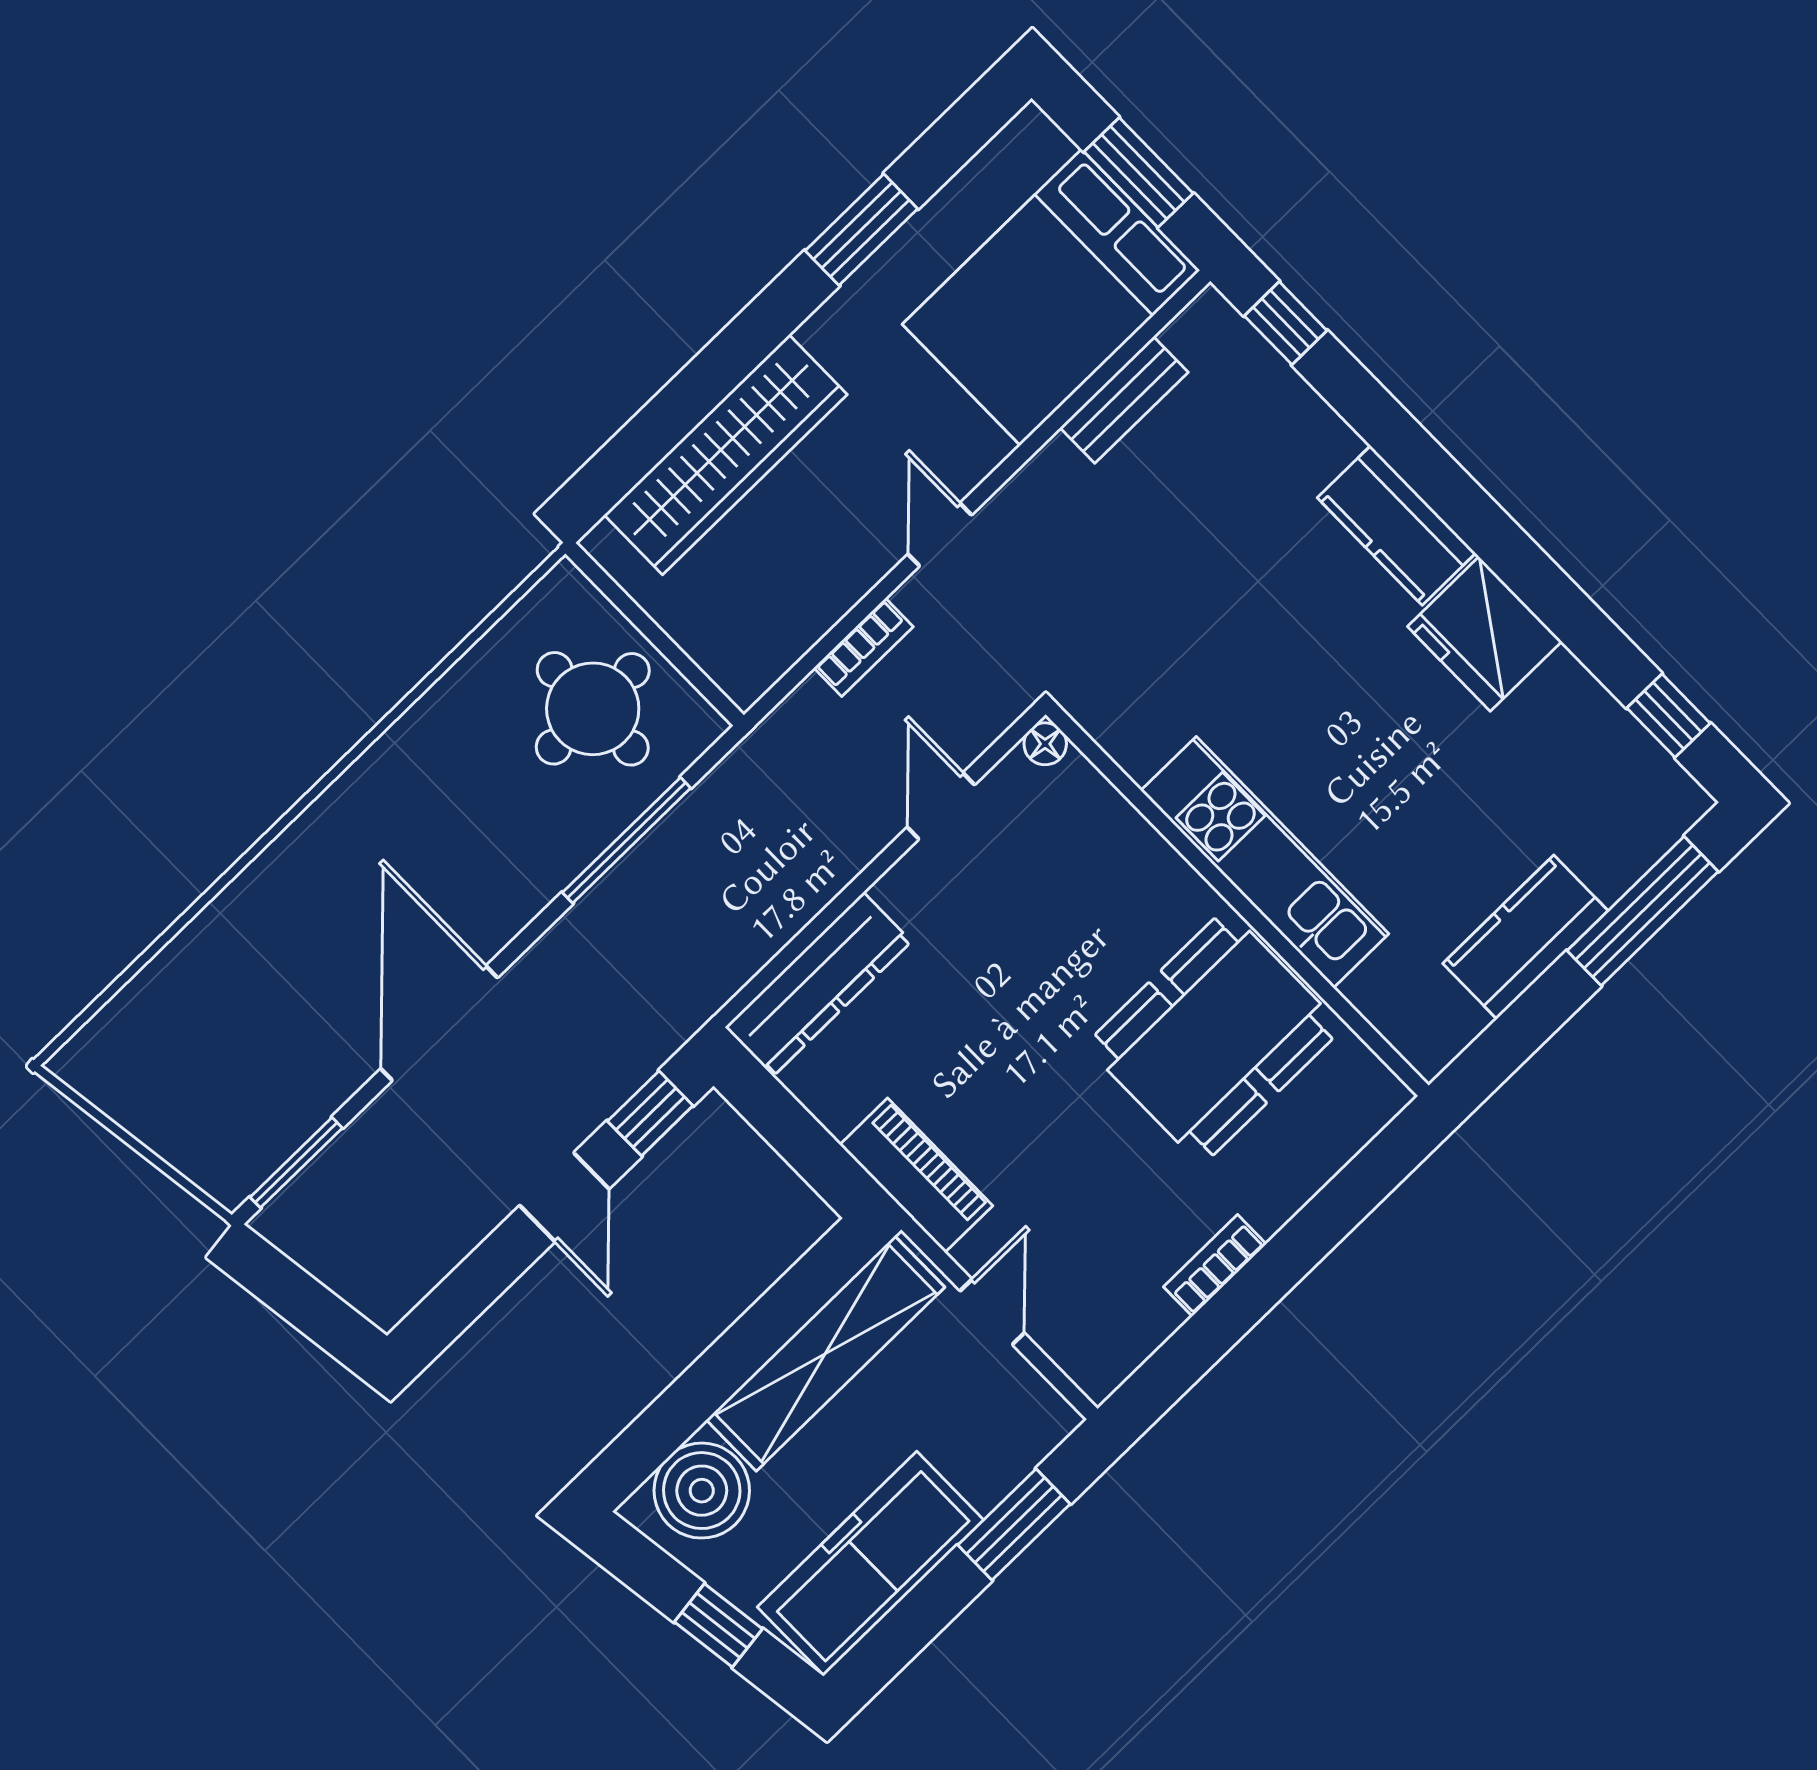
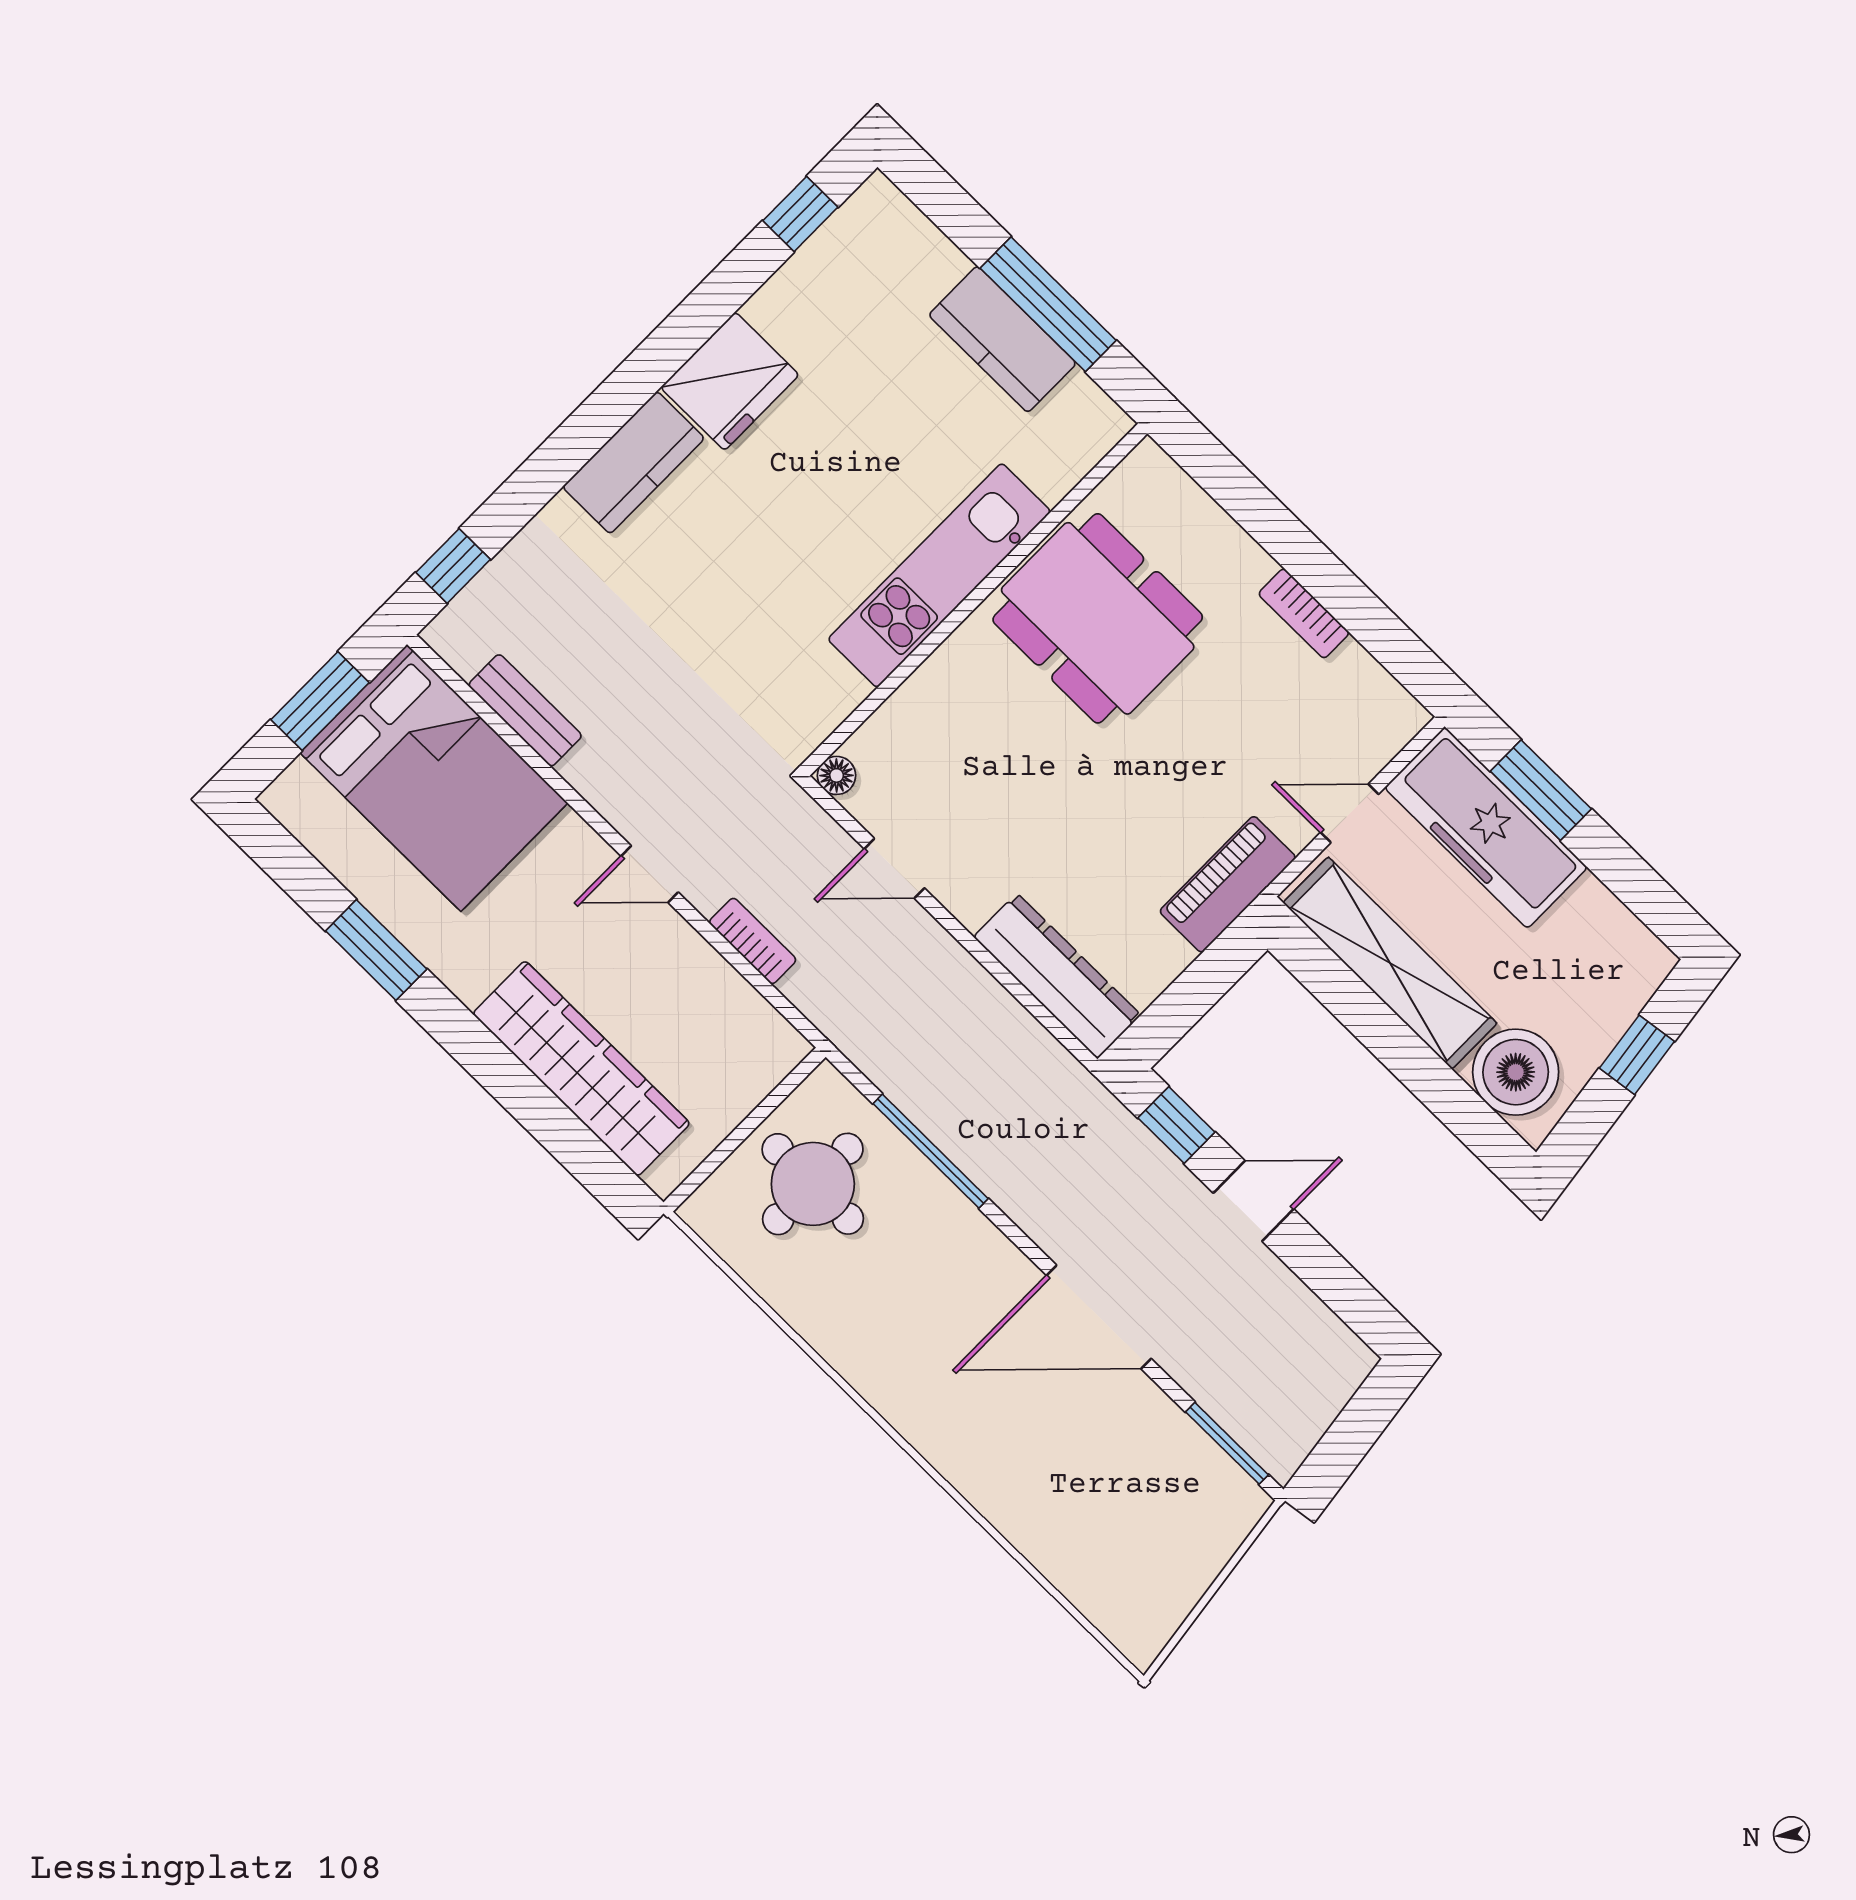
window: (1643, 911) -> (1048, 304), moved
freezer: (871, 1563) -> (1486, 828), moved

